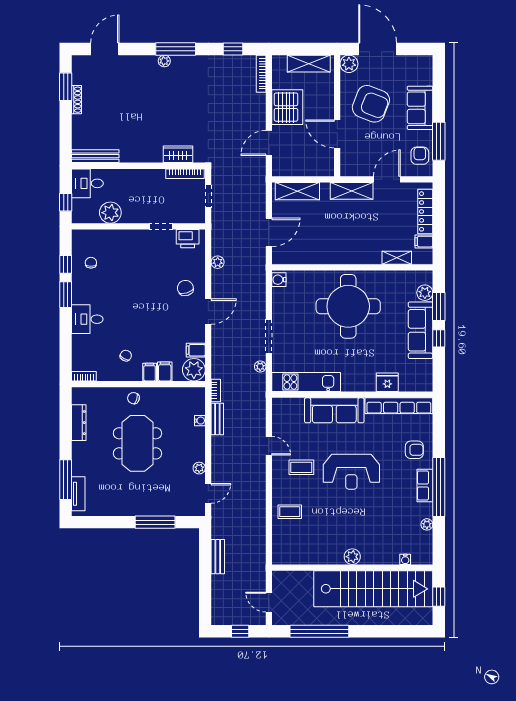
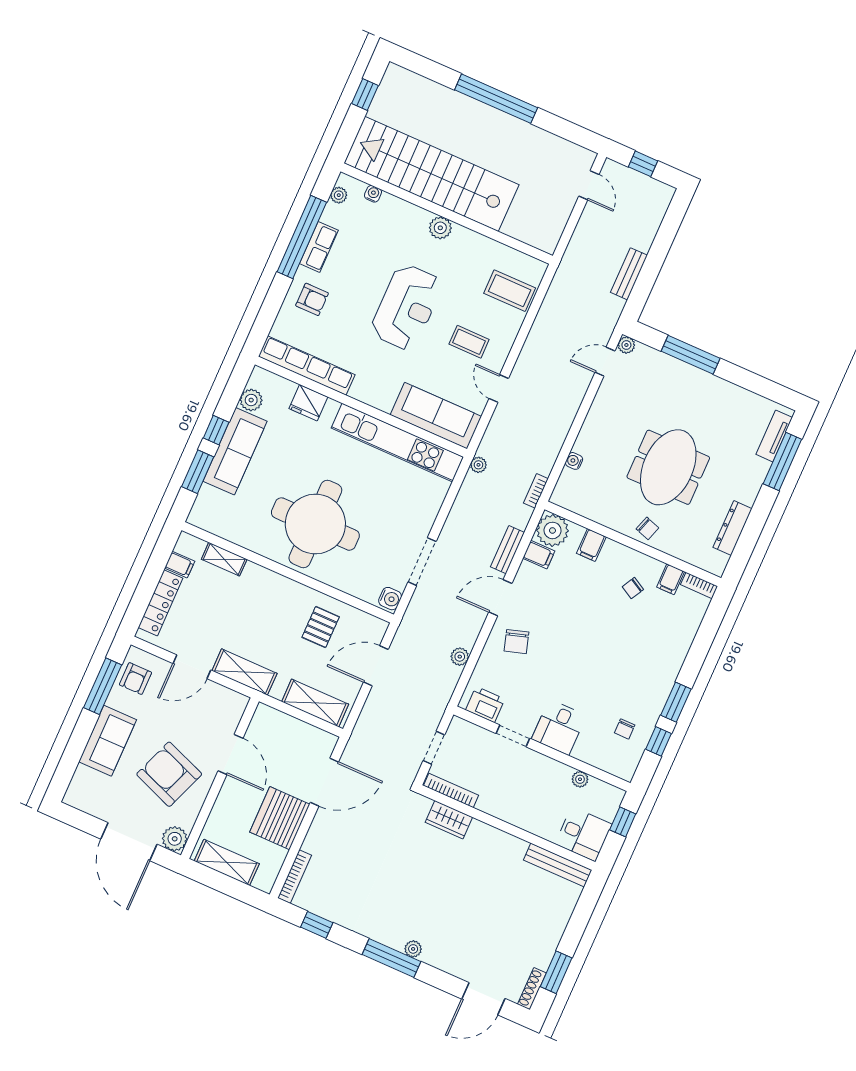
shoe rack: (77, 100) -> (532, 989), moved
door: (269, 143) -> (324, 782), width x1.36
plant: (110, 213) -> (580, 779), width x0.53, depth x0.53
pallet: (315, 242) -> (321, 627), added
plant: (425, 293) -> (251, 400), moved
desk: (87, 319) -> (559, 727), moved, turned 90
doorway: (269, 336) -> (422, 562), moved
plant: (260, 366) -> (478, 465), moved
filing cabinet: (150, 372) -> (671, 579), moved
kitchen unit: (306, 382) -> (397, 443), width x1.36
sofa: (334, 410) -> (436, 416), moved
bench: (217, 419) -> (507, 550), moved
armchair: (414, 450) -> (312, 299), turned 180
plant: (199, 468) -> (626, 345), moved
reception desk: (351, 472) -> (407, 307), turned 90
coffee table: (290, 512) -> (510, 291), width x1.36, depth x1.30
plant: (352, 557) -> (440, 228), moved
water cooler: (405, 559) -> (373, 194), moved
wall: (352, 568) -> (447, 214), moved
stairs: (373, 589) -> (431, 174), moved
window: (319, 631) -> (496, 99), moved

